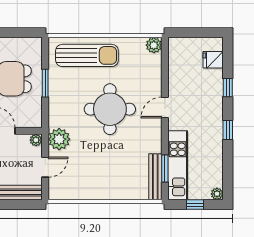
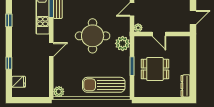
round table: (110, 109) -> (93, 36), moved
window: (228, 130) -> (9, 20), moved
plant: (59, 139) -> (123, 43), moved

